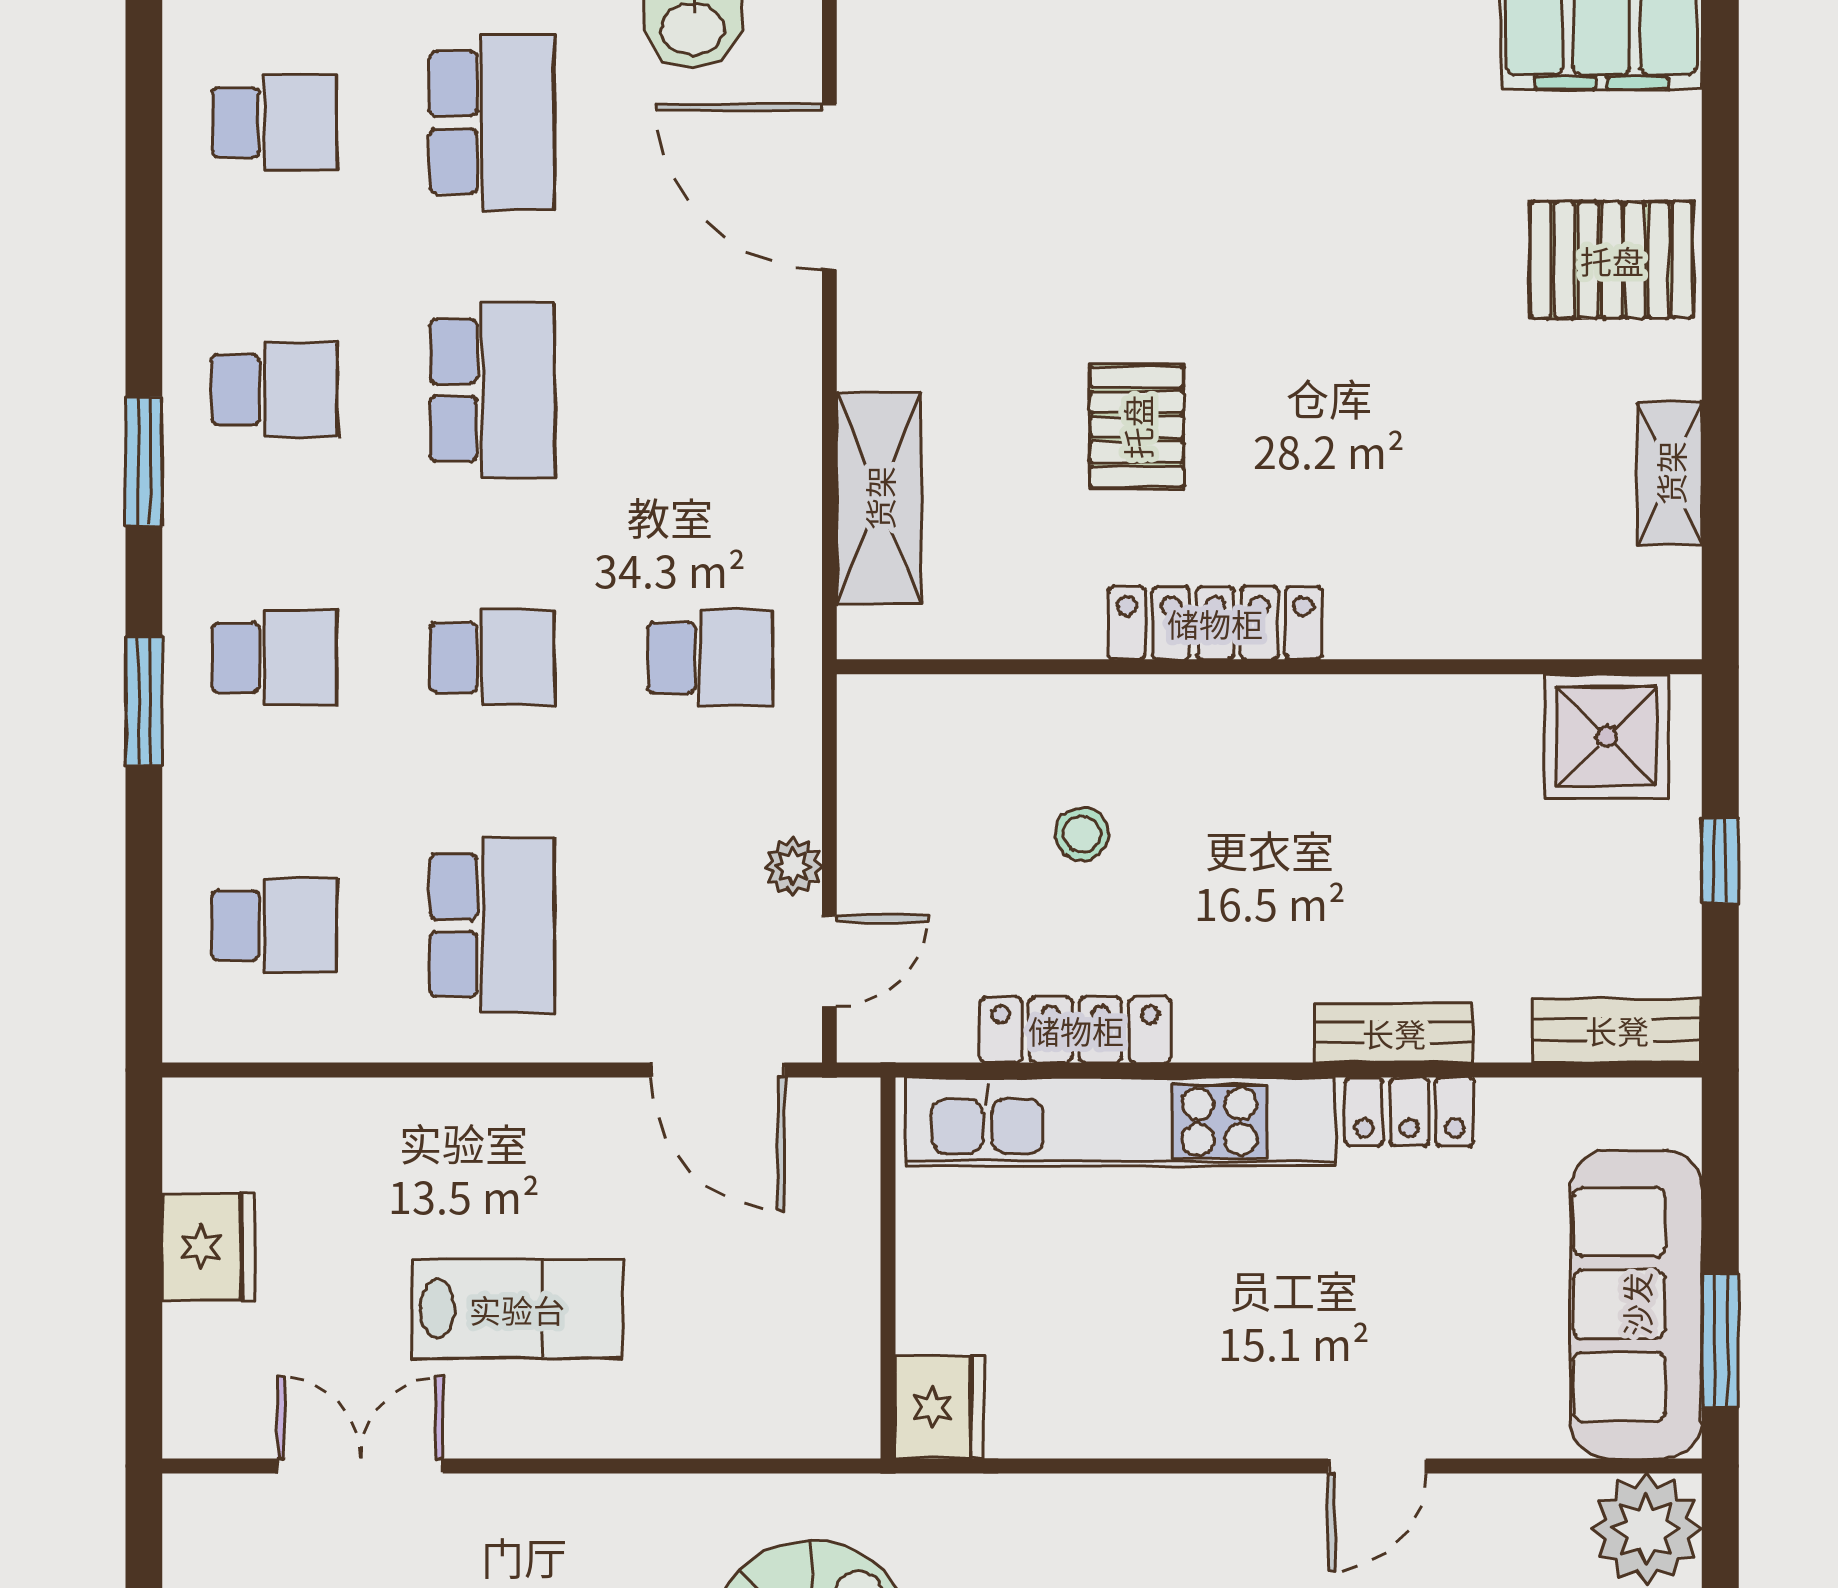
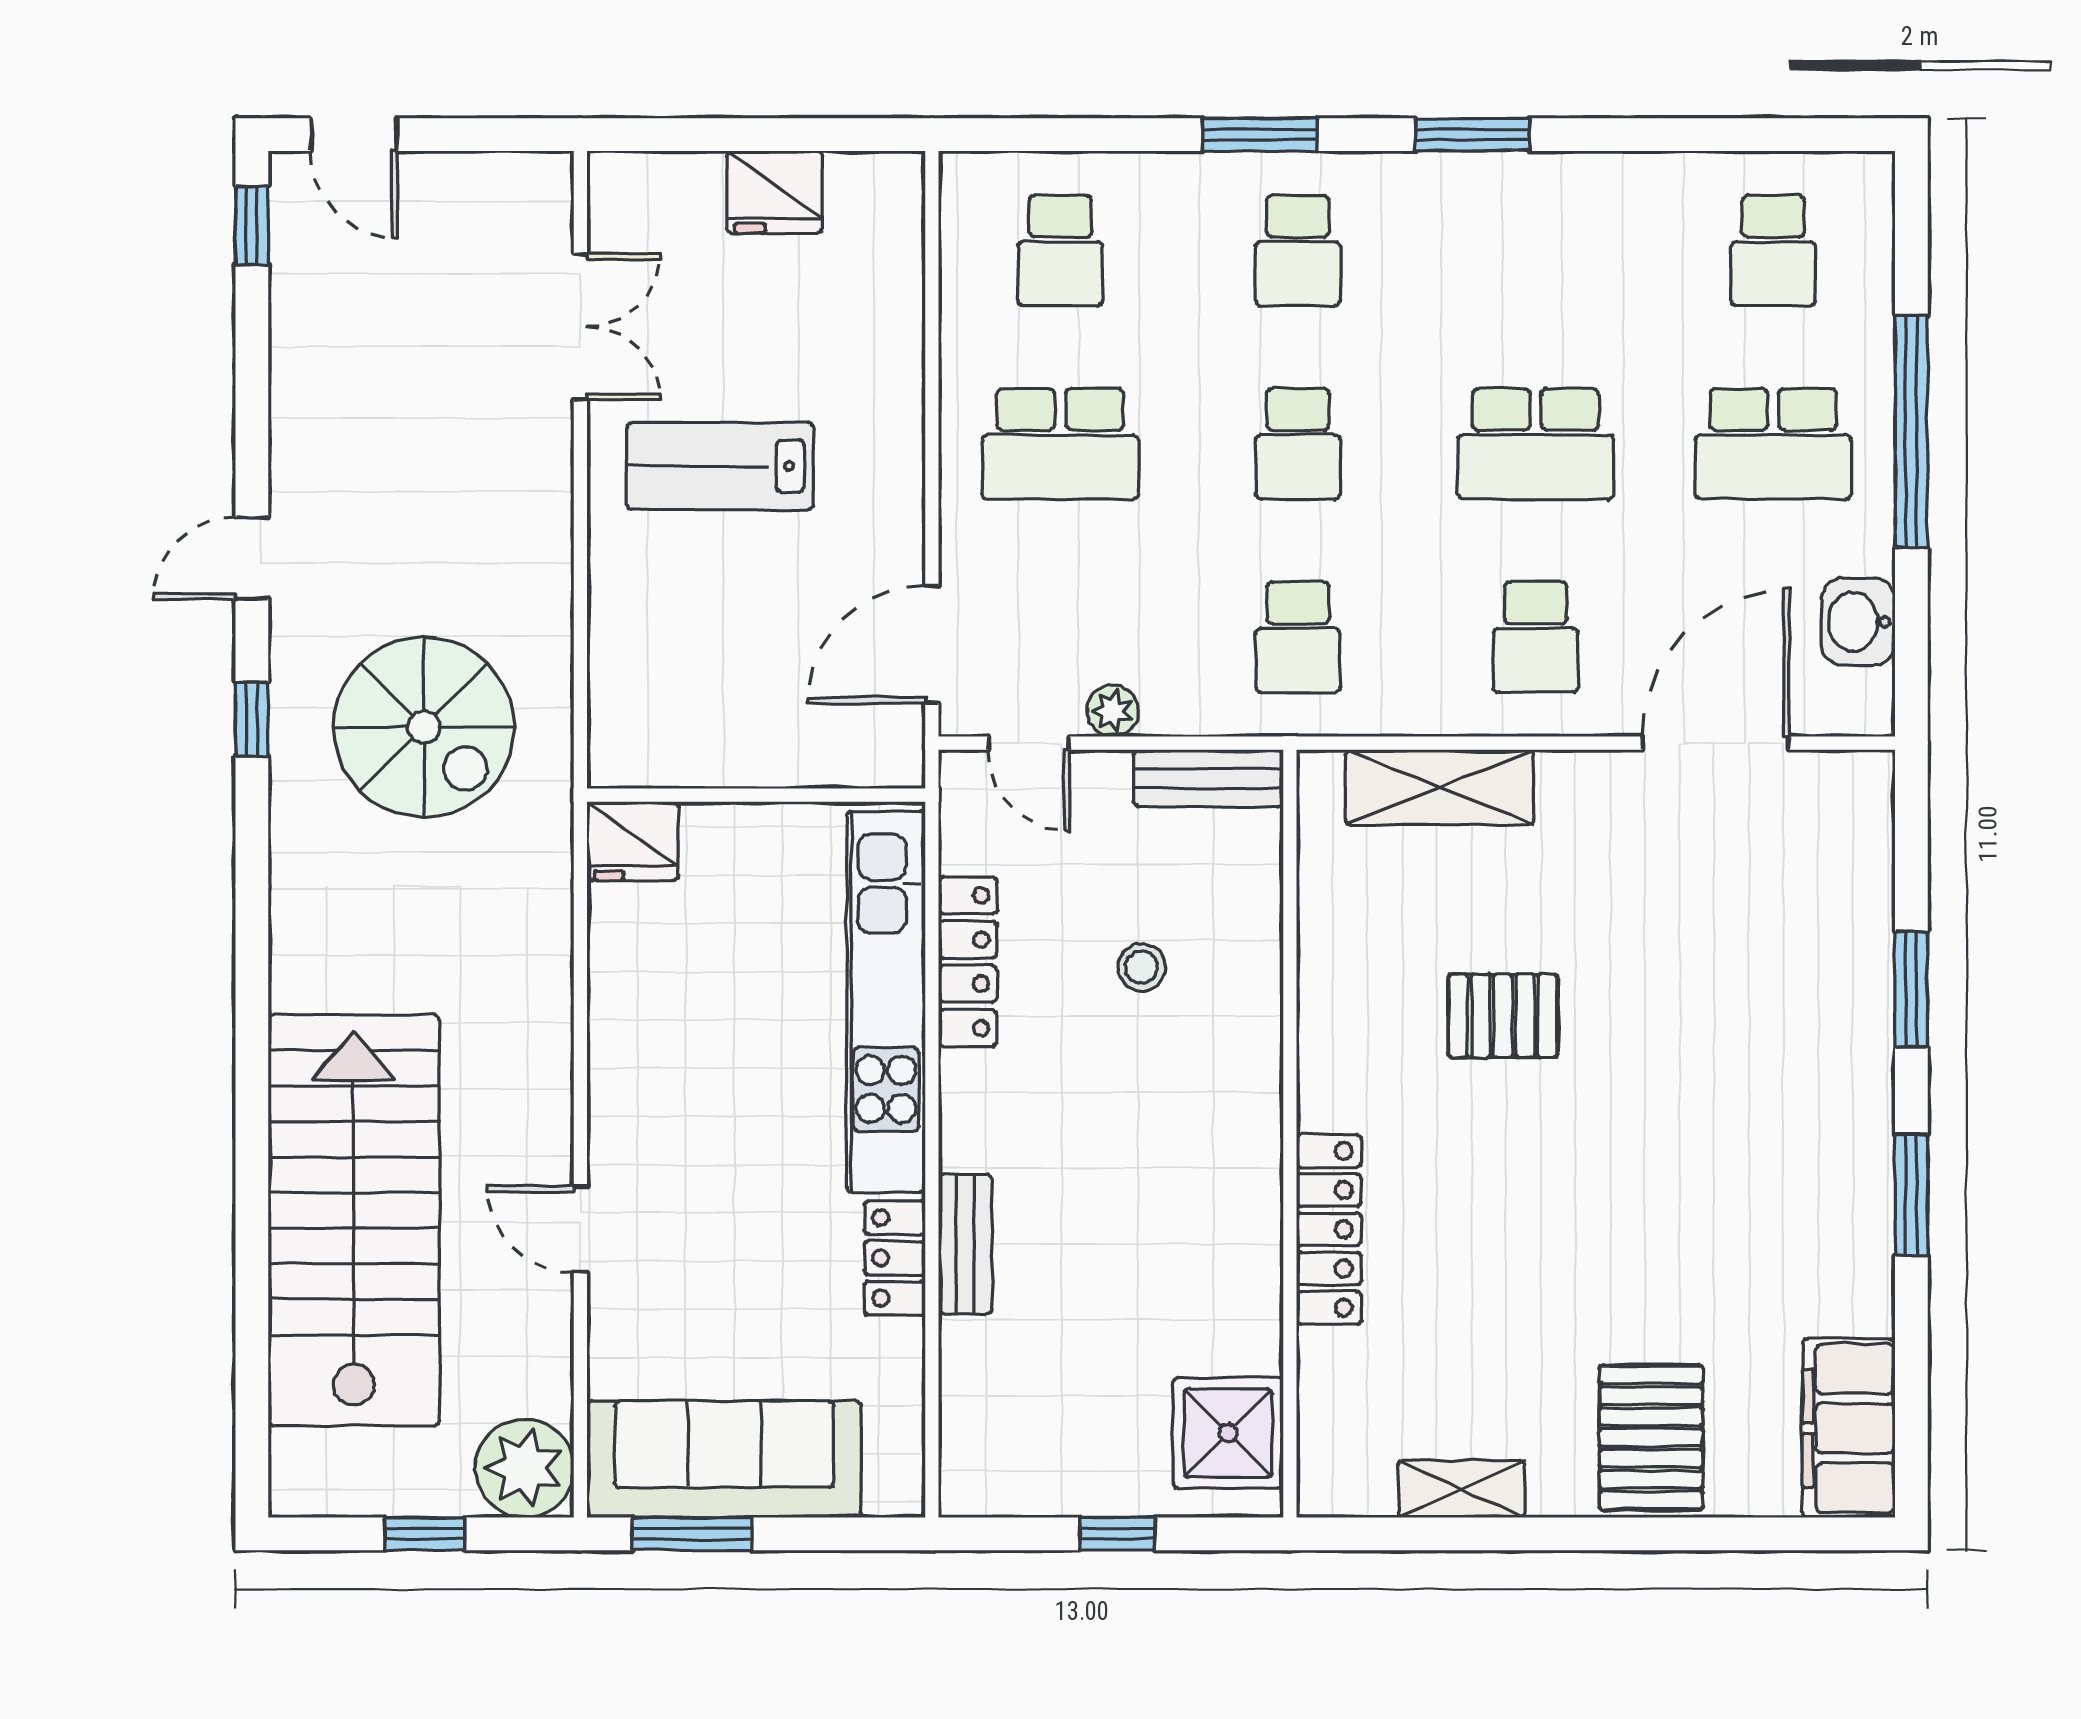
school desk: (274, 390) -> (1536, 637), moved
locker: (1215, 623) -> (1329, 1229), moved
bench: (1617, 1030) -> (1208, 778), moved, turned 90
lab bench: (517, 1309) -> (720, 466), turned 90

